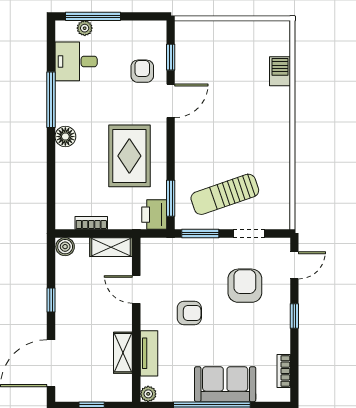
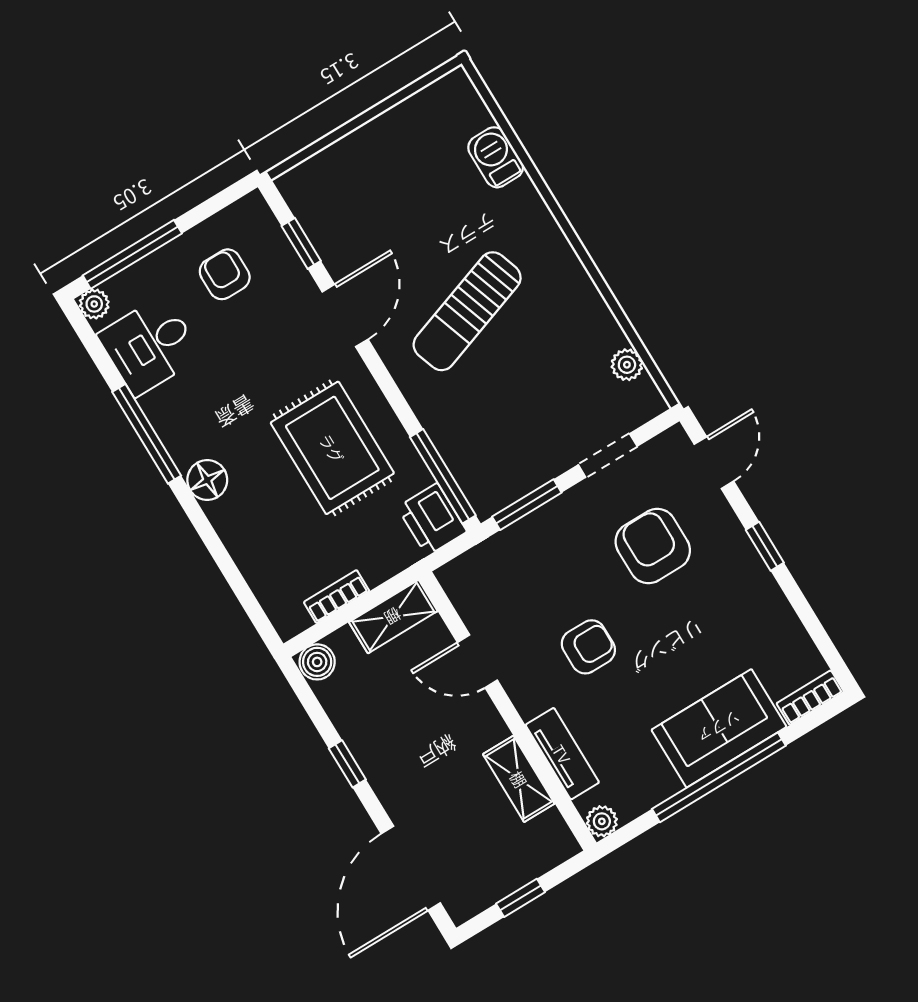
plant: (85, 28) -> (94, 304), moved
armchair: (142, 71) -> (225, 274), moved
sun lounger: (225, 194) -> (467, 311), moved
window: (171, 198) -> (443, 476), width x1.44
plant: (282, 198) -> (627, 365), added
bookcase: (284, 371) -> (810, 698), moved, turned 90

